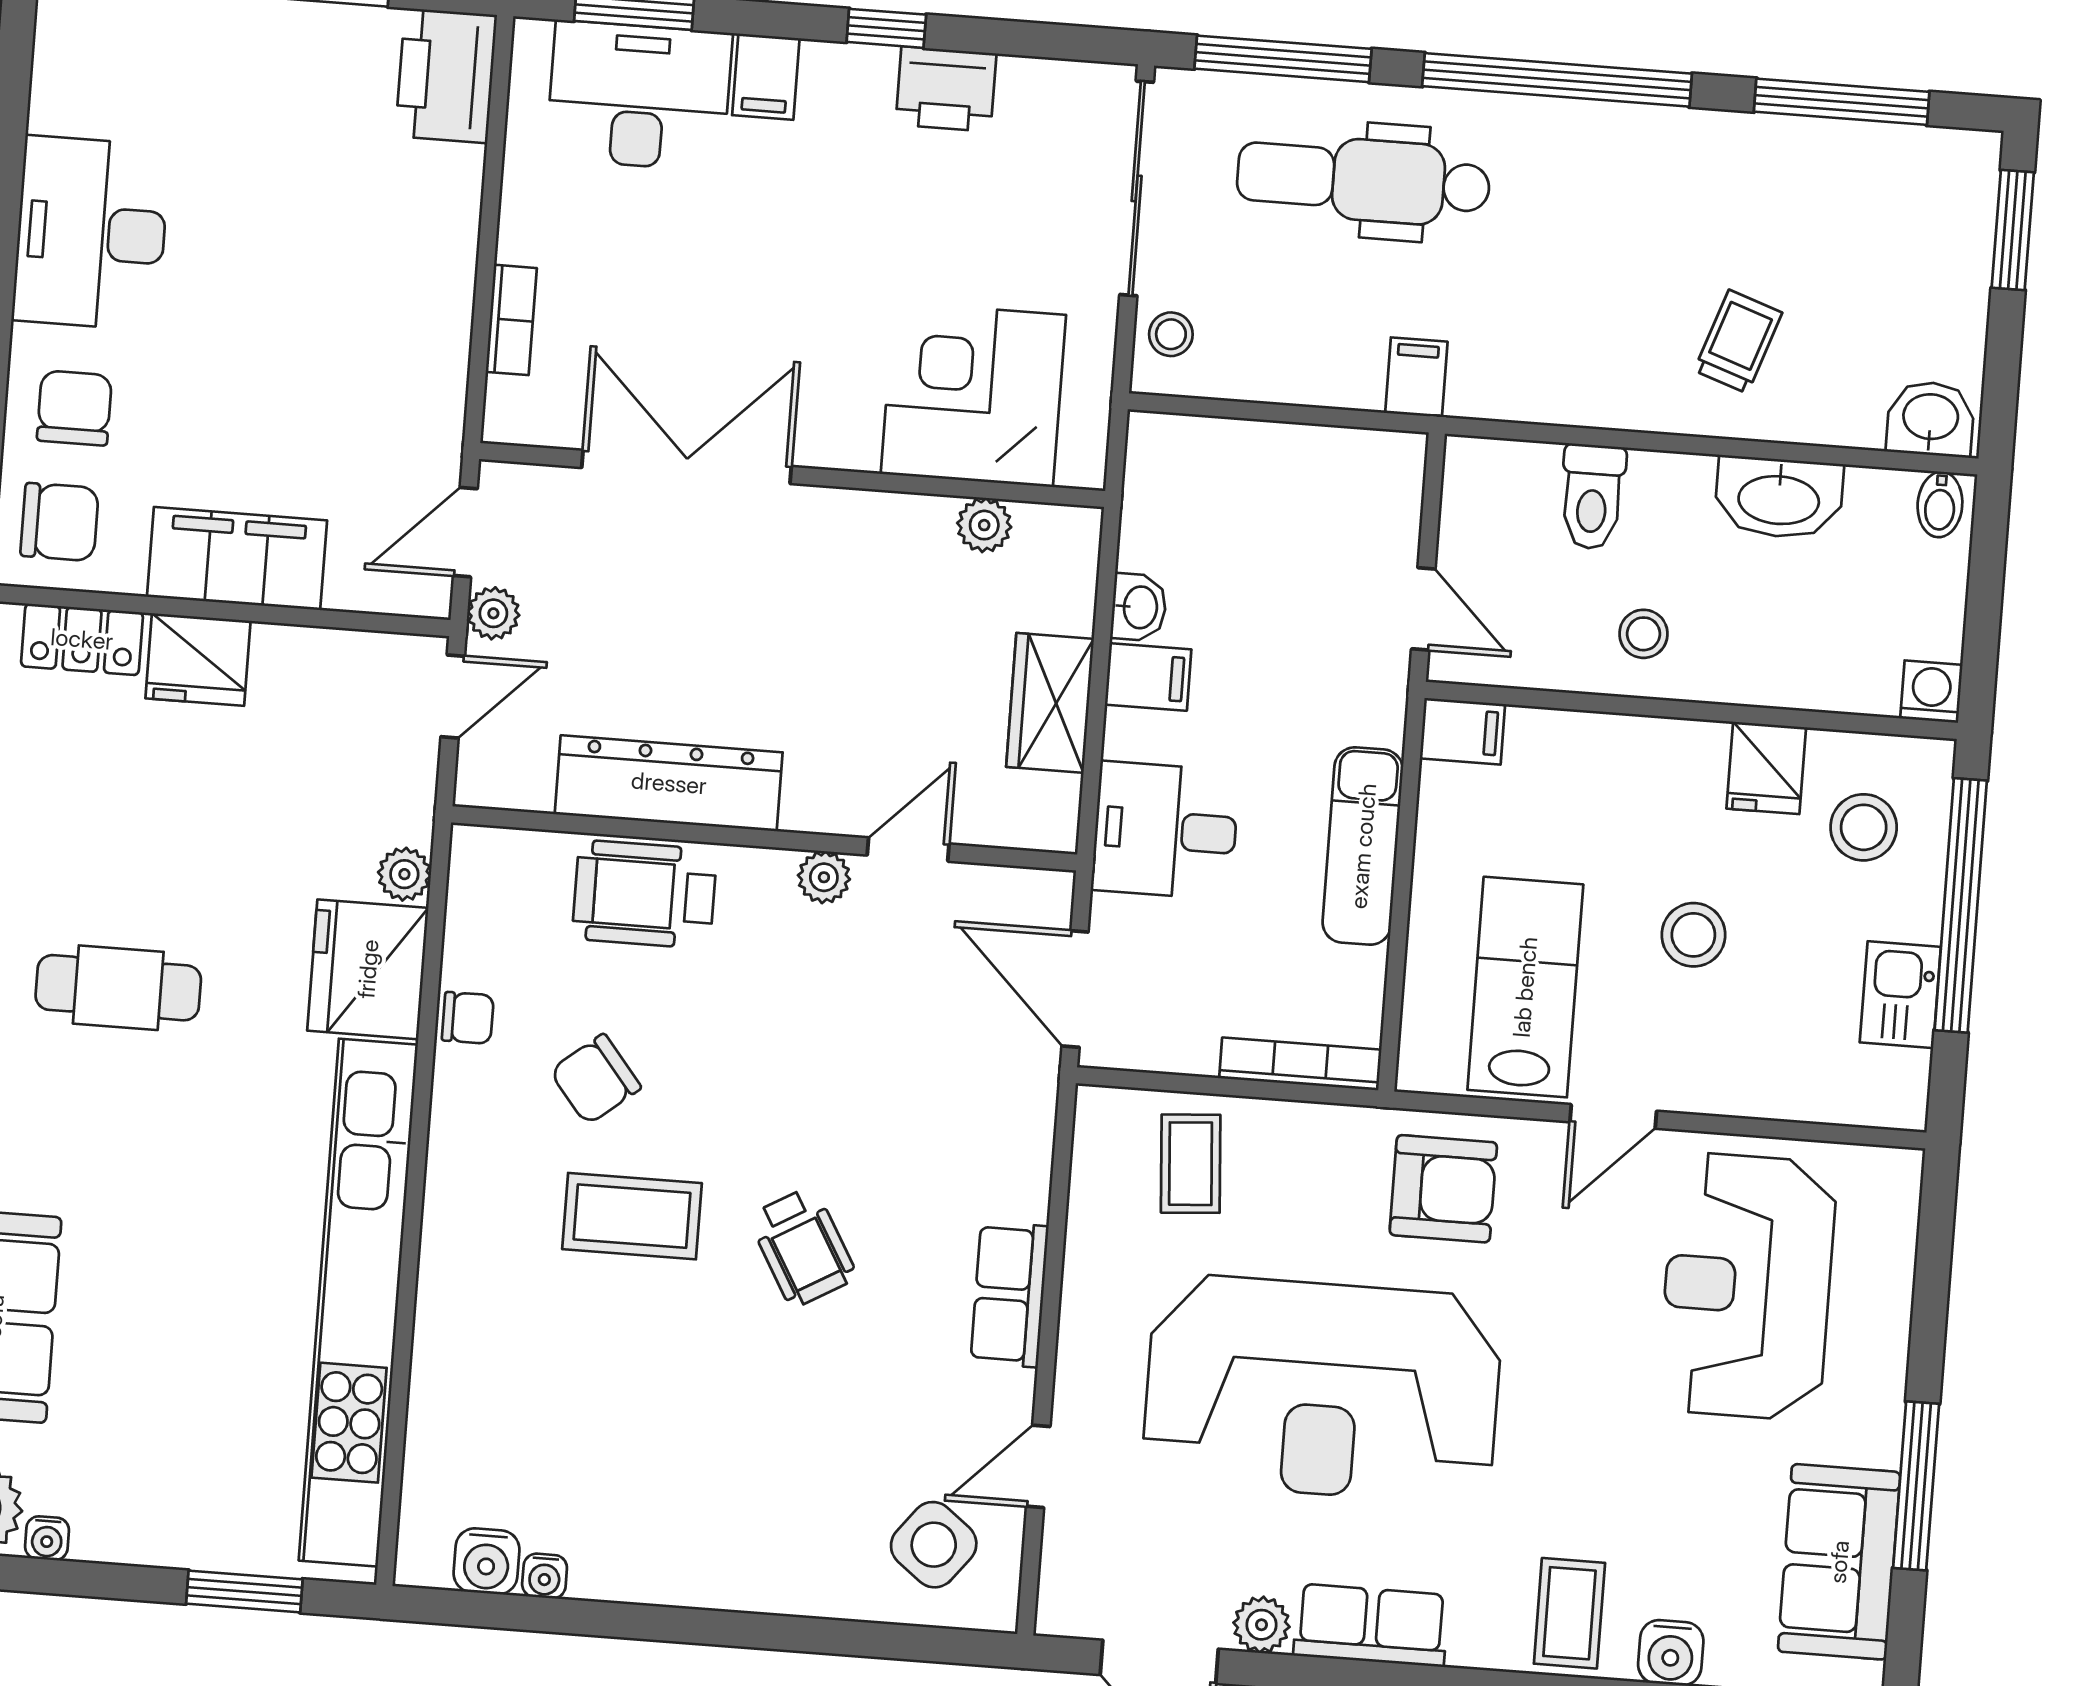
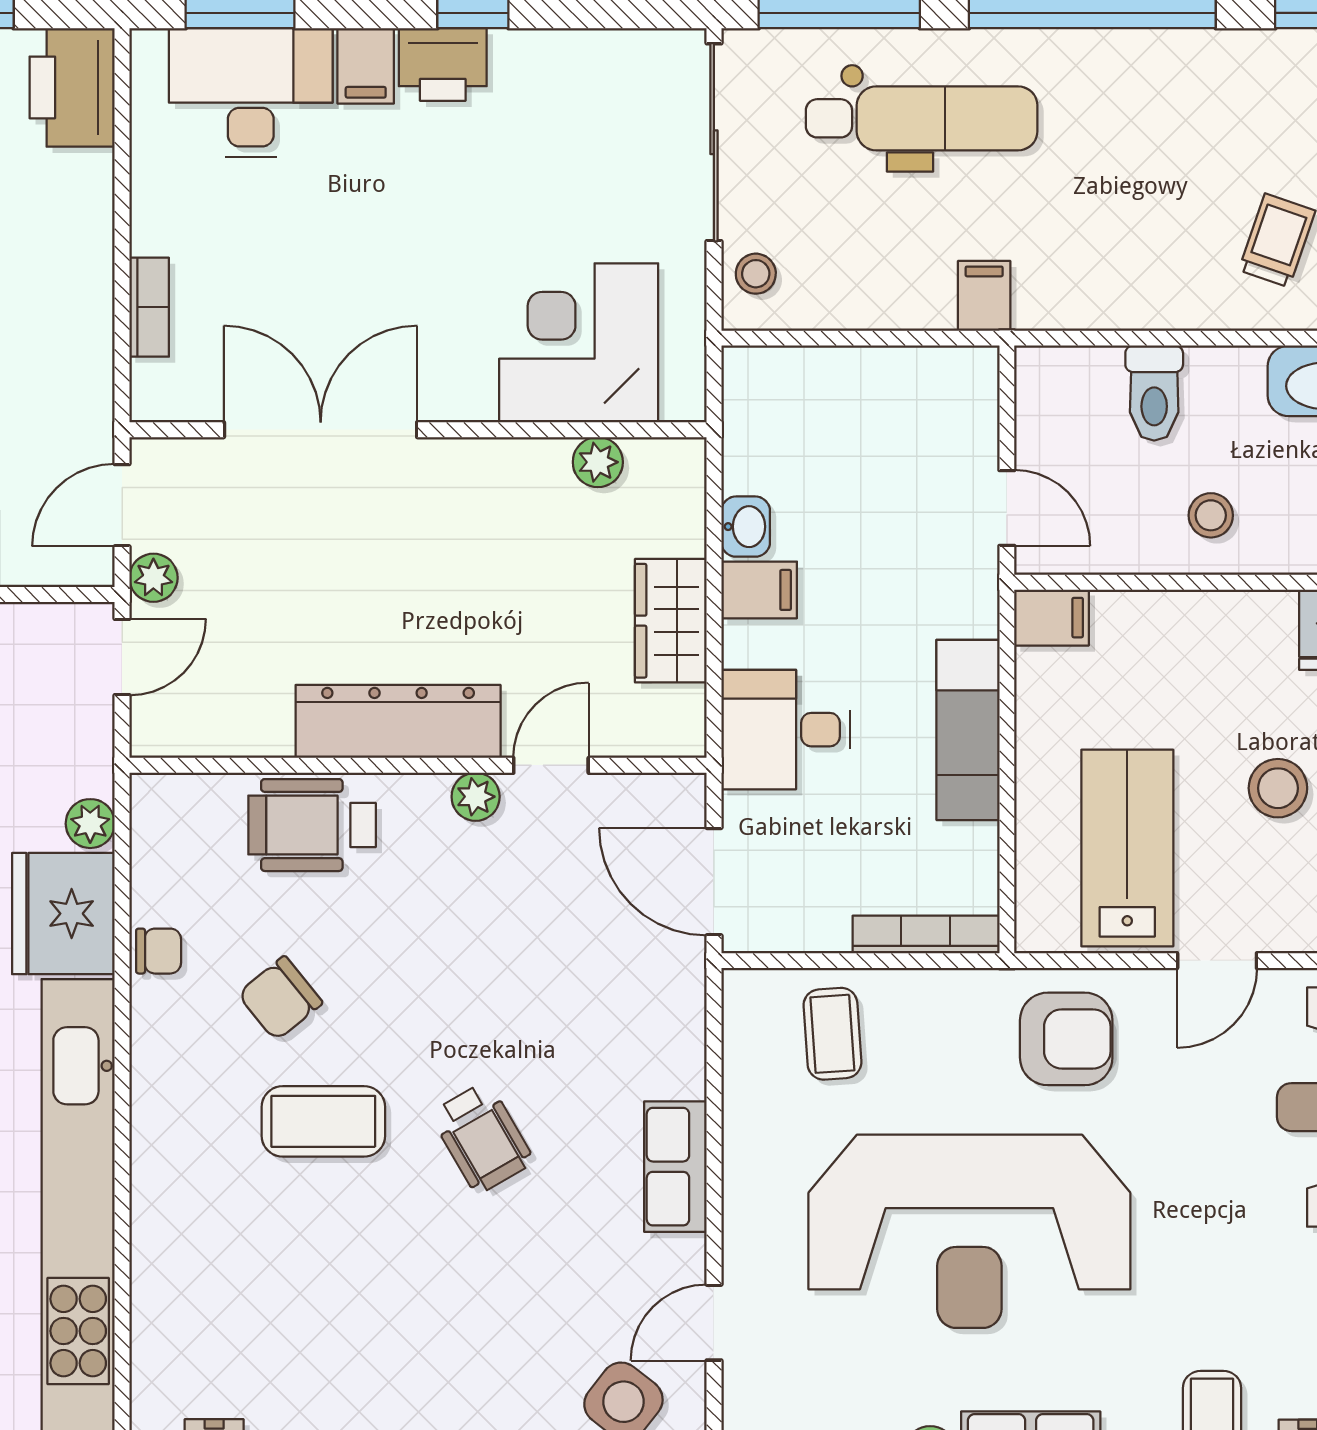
printer: (946, 89) -> (443, 64), moved
dental chair: (1363, 180) -> (922, 118), turned 180
dresser: (669, 783) -> (398, 721), moved

